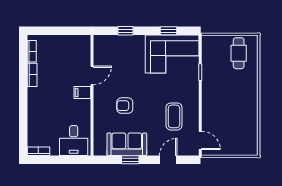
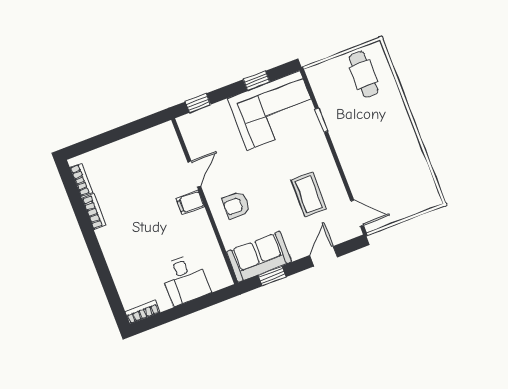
door: (92, 75) -> (194, 174), moved
filing cabinet: (82, 93) -> (190, 202), moved
wall: (92, 95) -> (205, 201), moved

